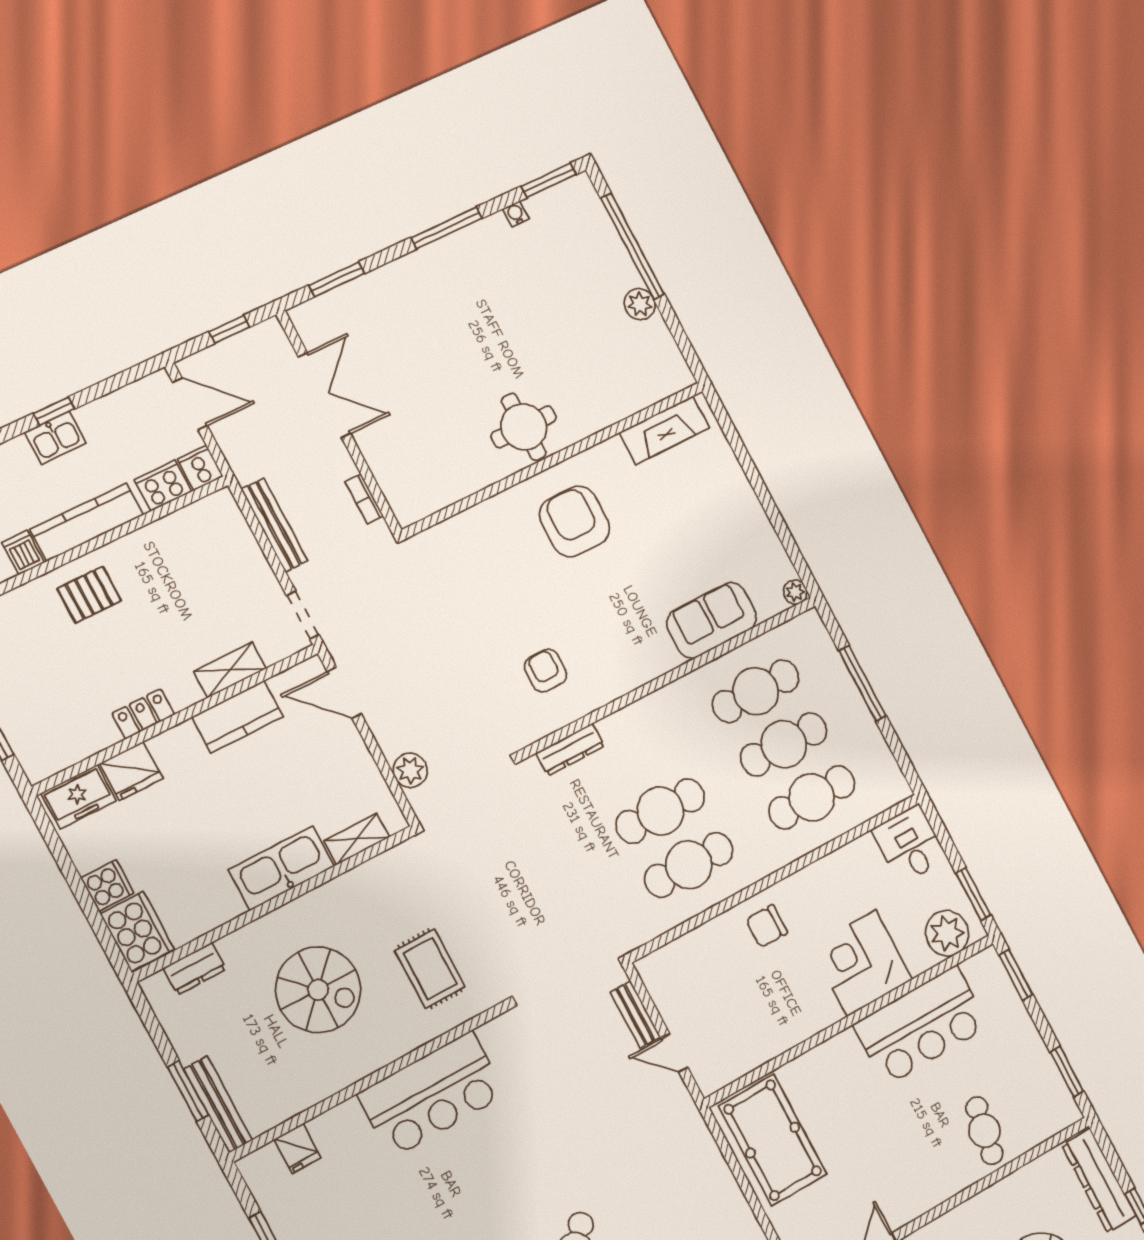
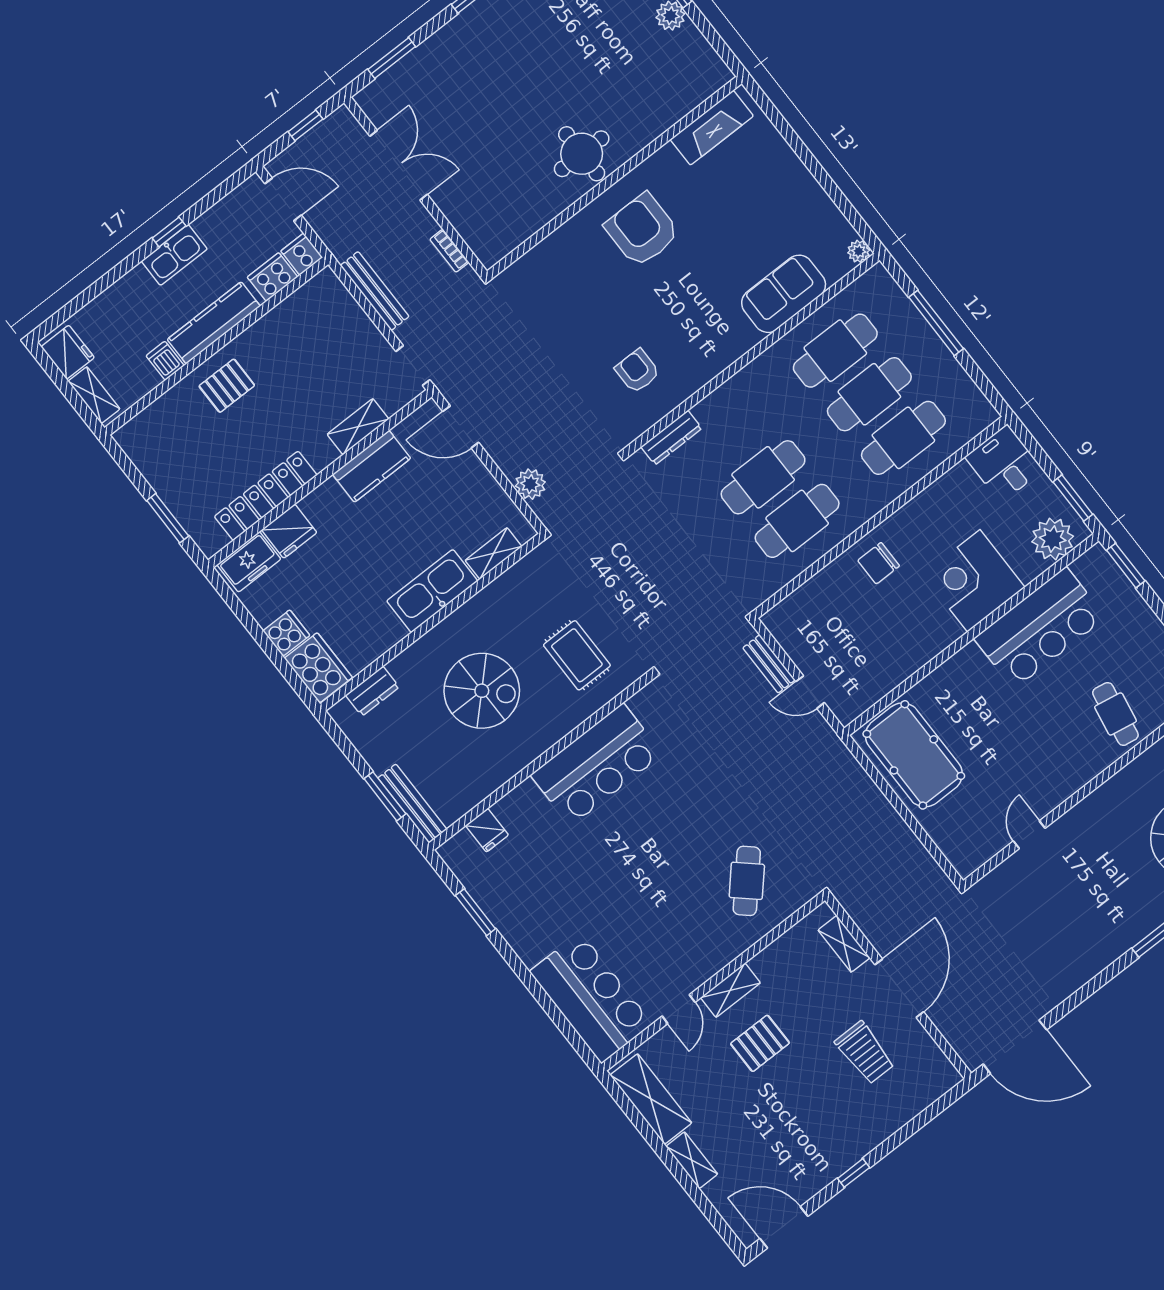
kitchen sink: (55, 438) -> (174, 255), width x1.38
locker: (143, 714) -> (266, 496), width x2.16, depth x1.21

